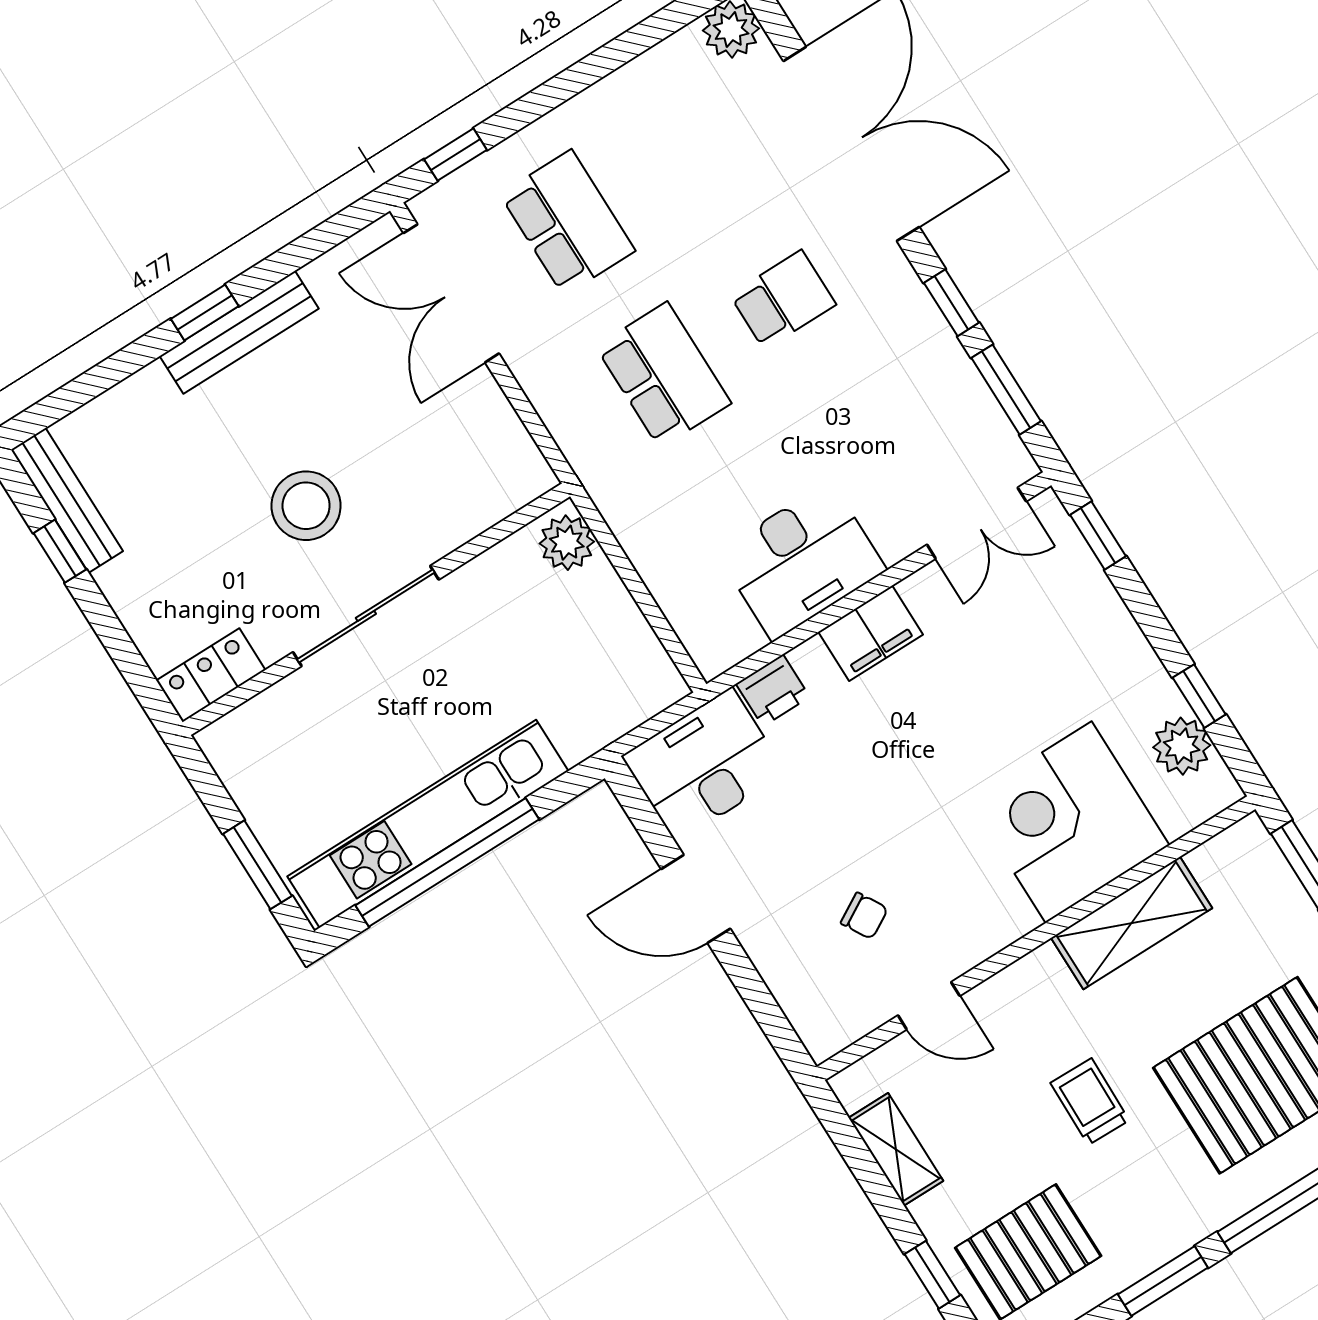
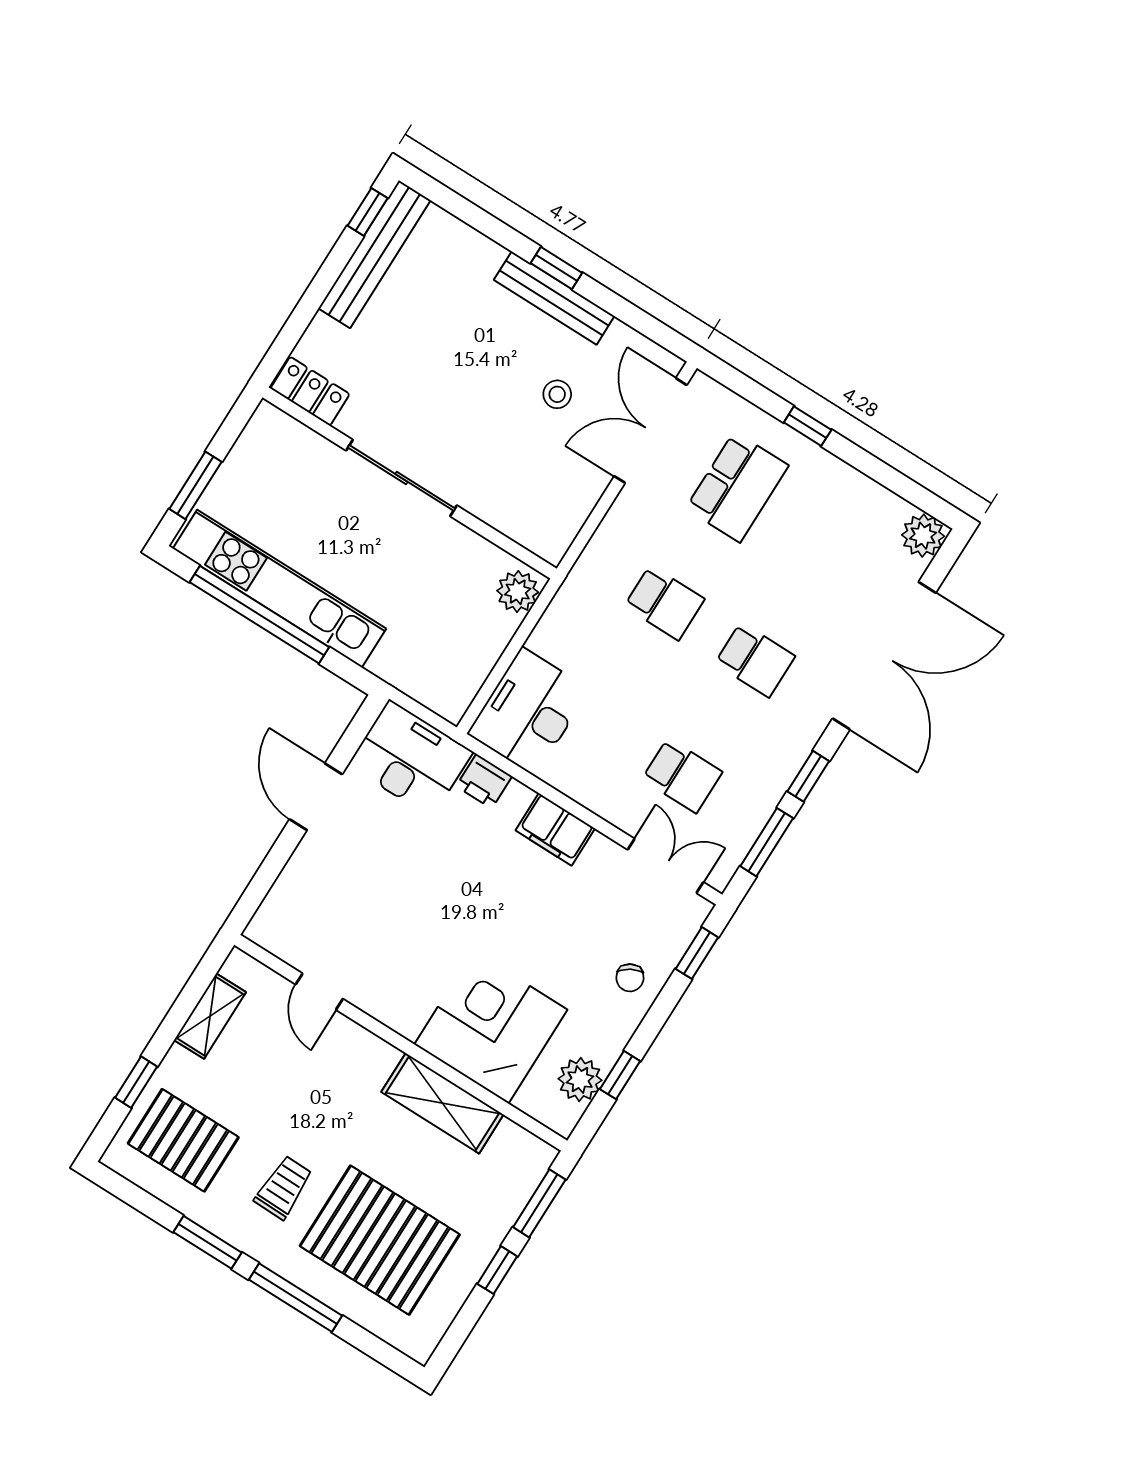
window: (455, 155) -> (808, 426), moved
school desk: (663, 375) -> (664, 603), width x0.54
school desk: (879, 452) -> (682, 776), added
bench: (67, 500) -> (375, 254), width x1.37, depth x1.21
stool: (306, 506) -> (557, 394), moved, width x0.53, depth x0.53
double door: (977, 523) -> (666, 866), swing flipped
window: (60, 551) -> (368, 212), moved
desk: (801, 561) -> (529, 712), moved, turned 90
chair: (864, 916) -> (630, 978), moved
trolley: (1090, 1102) -> (284, 1187), moved

